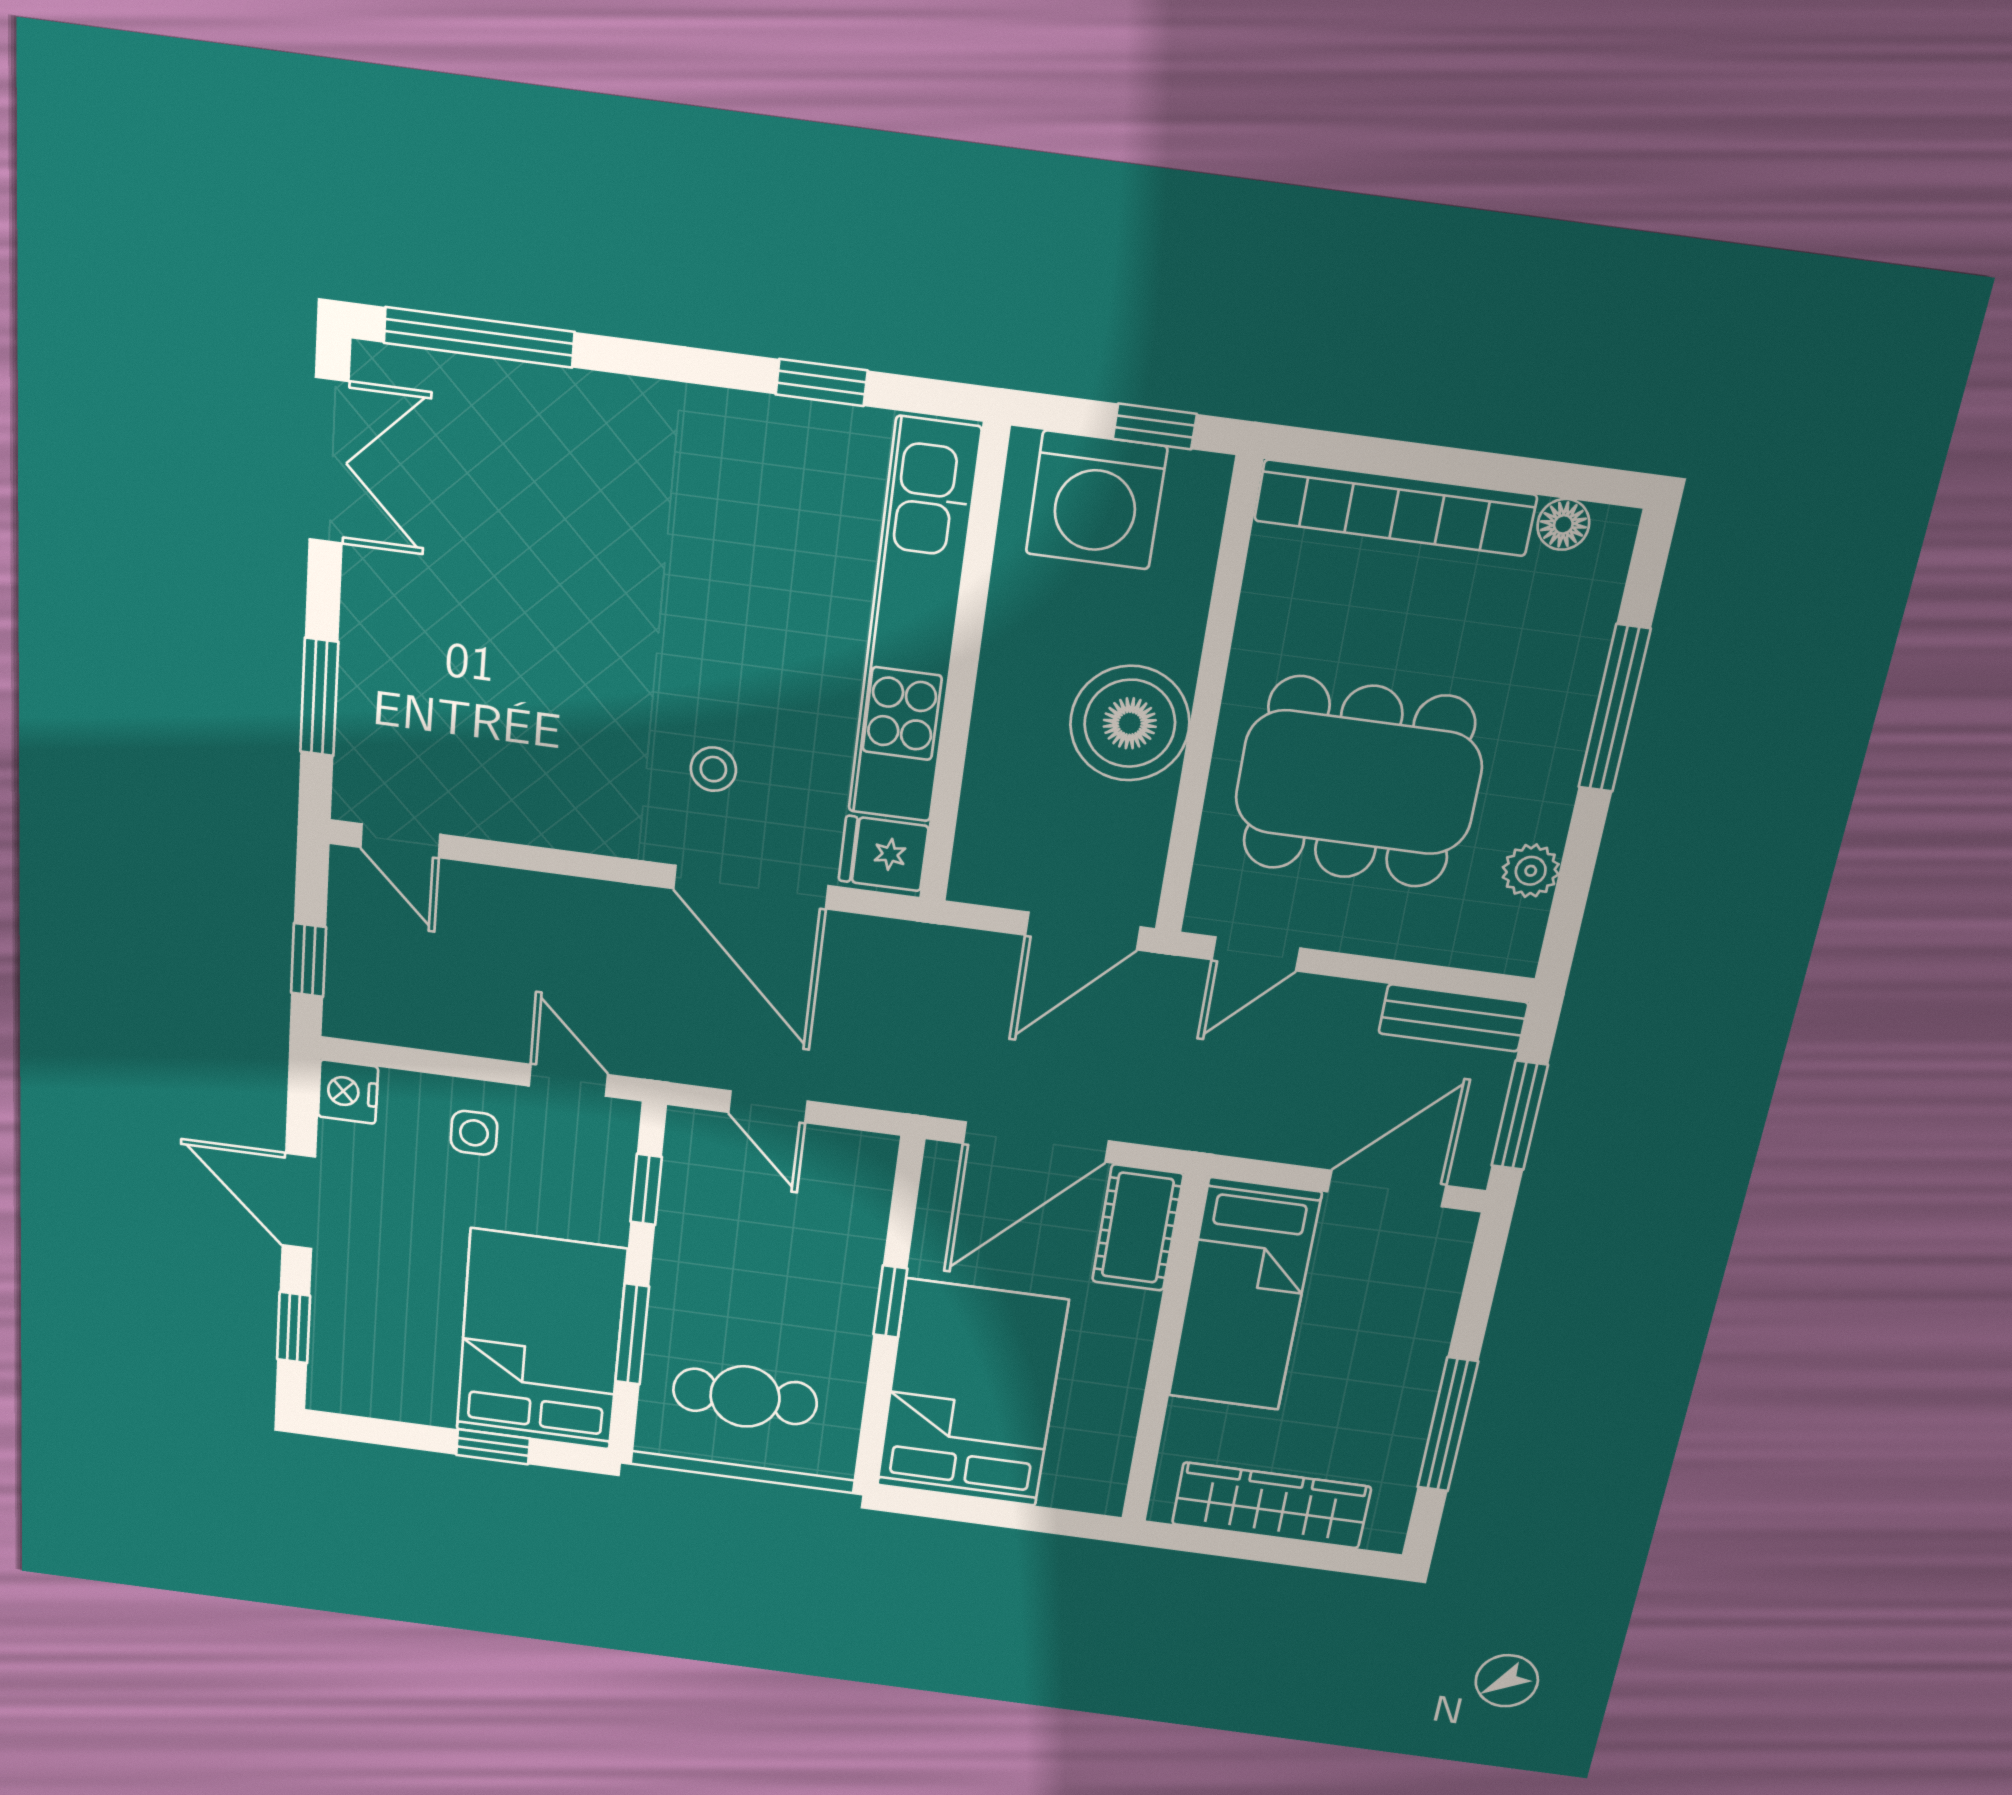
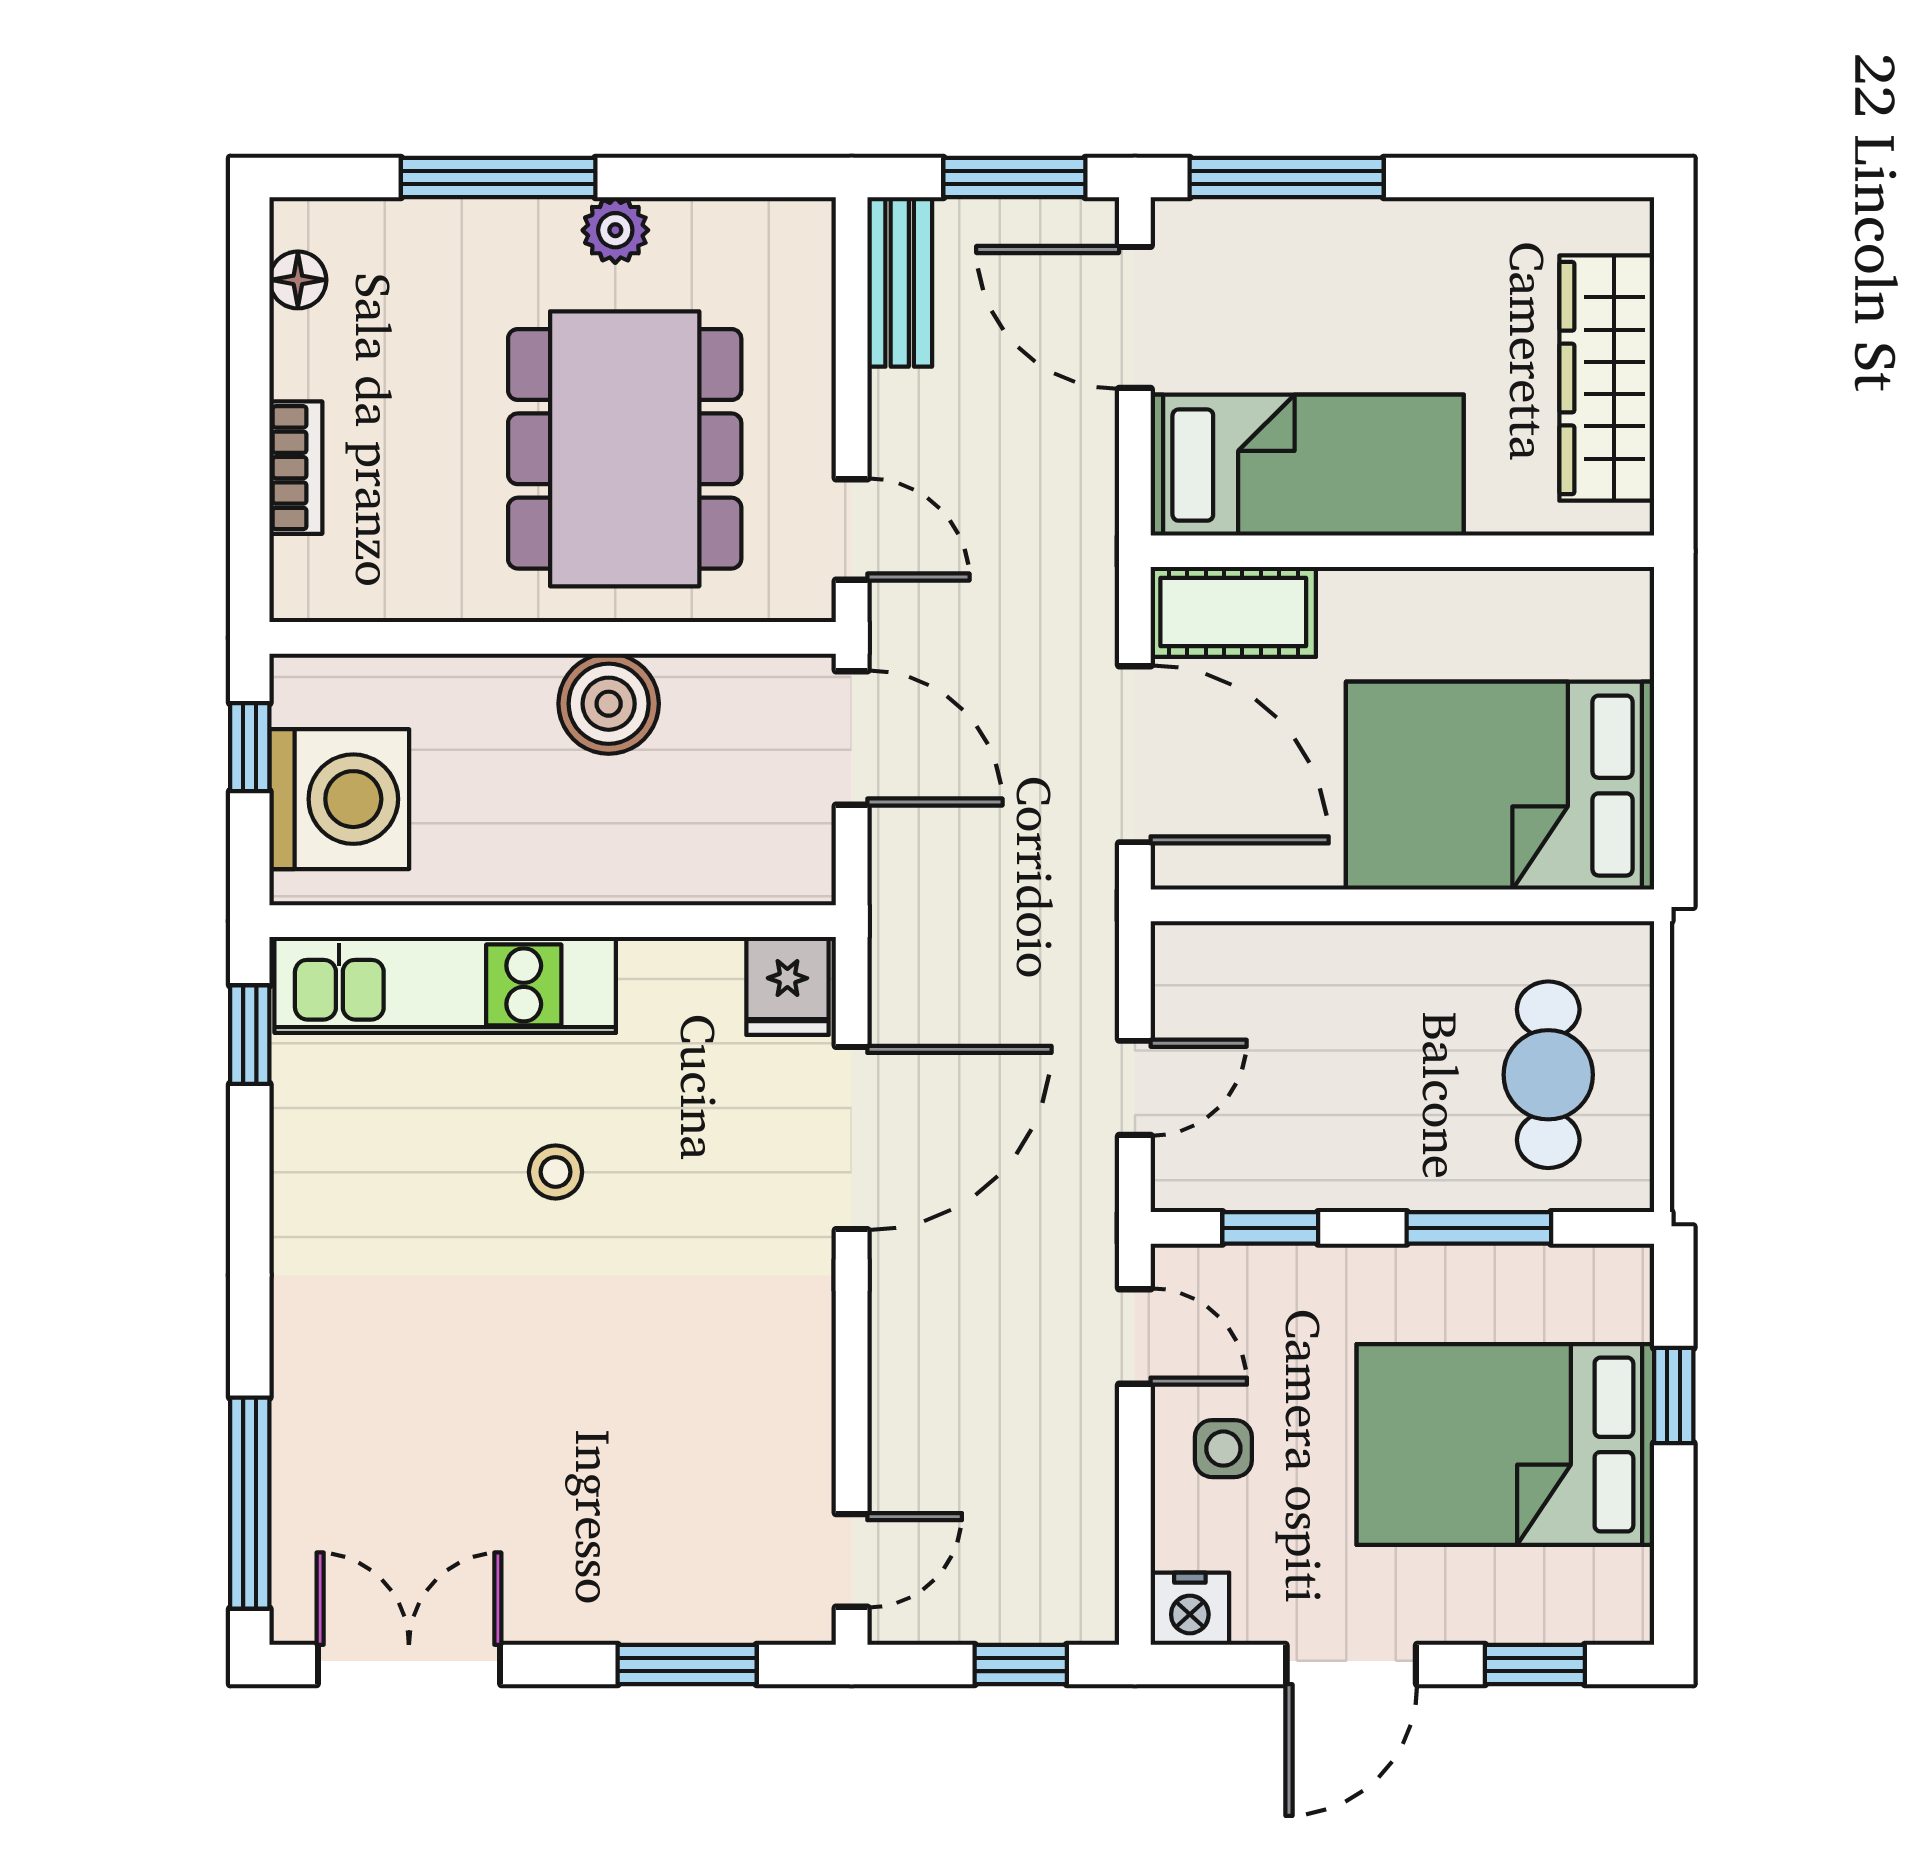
window: (822, 383) -> (250, 1035), moved
bookcase: (1395, 508) -> (296, 468), width x0.43, depth x0.76
kitchen unit: (914, 624) -> (445, 985), width x0.73
boiler: (1130, 723) -> (609, 704), width x0.73, depth x0.73
stool: (713, 769) -> (556, 1172), moved
plant: (1531, 871) -> (615, 230), moved
door: (568, 1080) -> (1135, 1336), swing flipped
window: (890, 1302) -> (1383, 905), removed
bed: (541, 1340) -> (1505, 1445), moved
window: (1448, 1425) -> (1287, 178), moved

